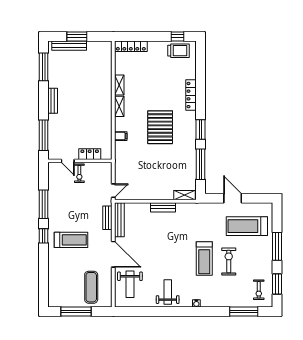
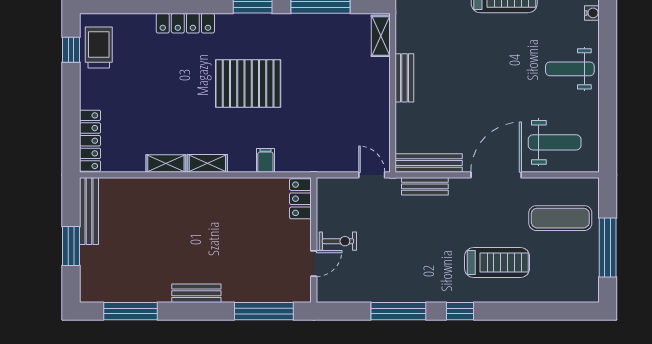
bench: (69, 46) -> (89, 211), moved
locker: (90, 154) -> (300, 199), moved
treadmill: (71, 240) -> (497, 263), moved, turned 90

